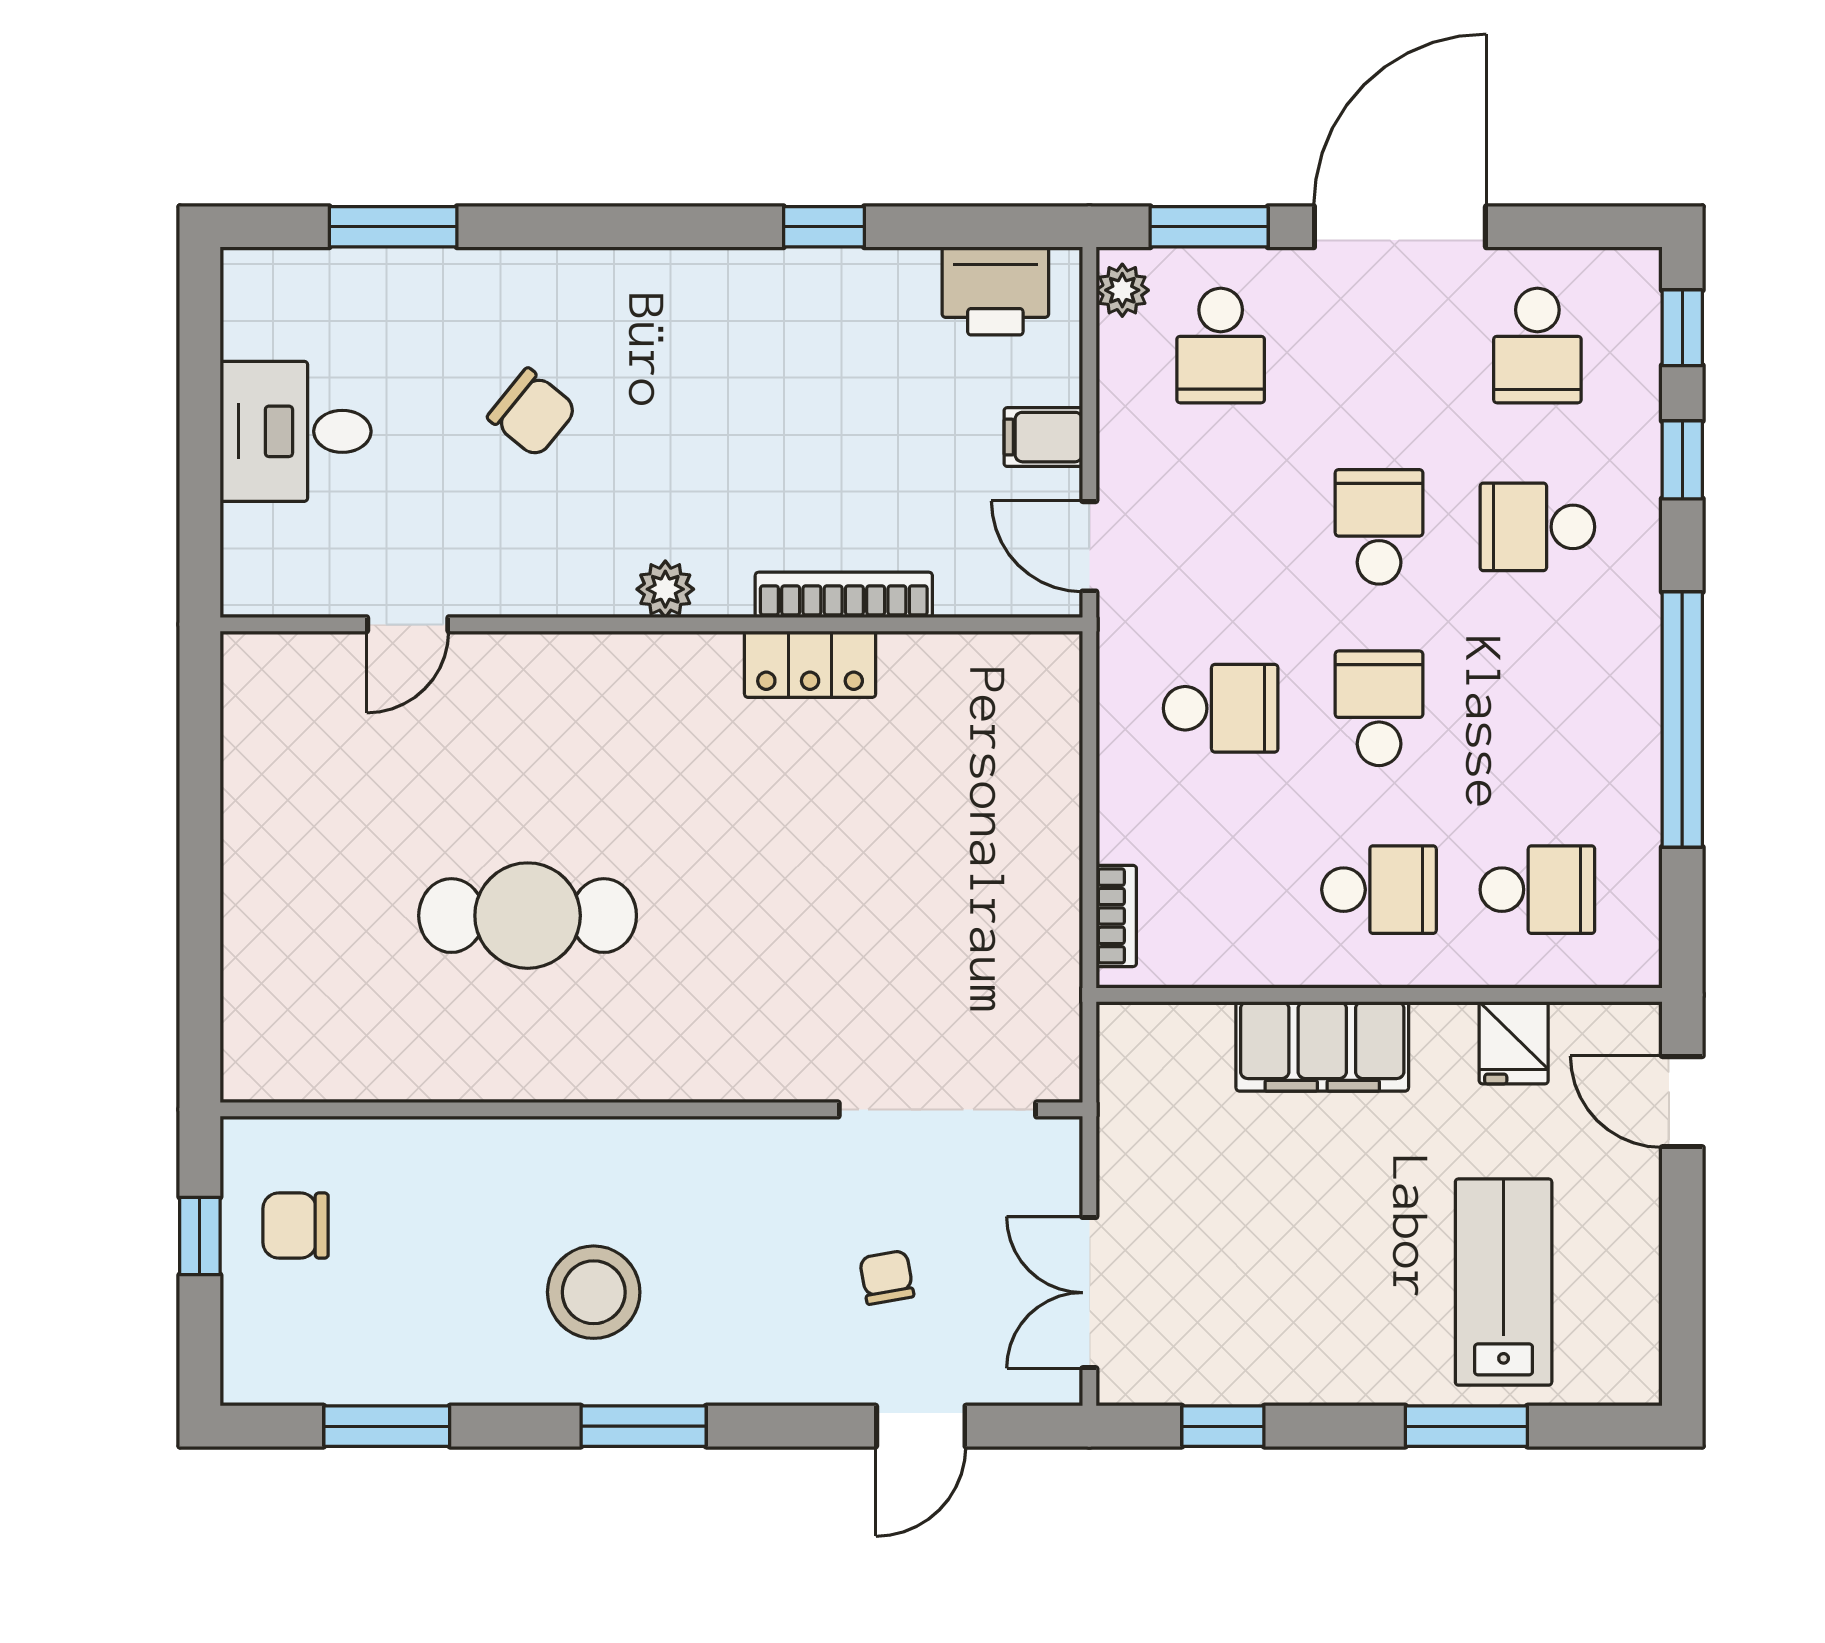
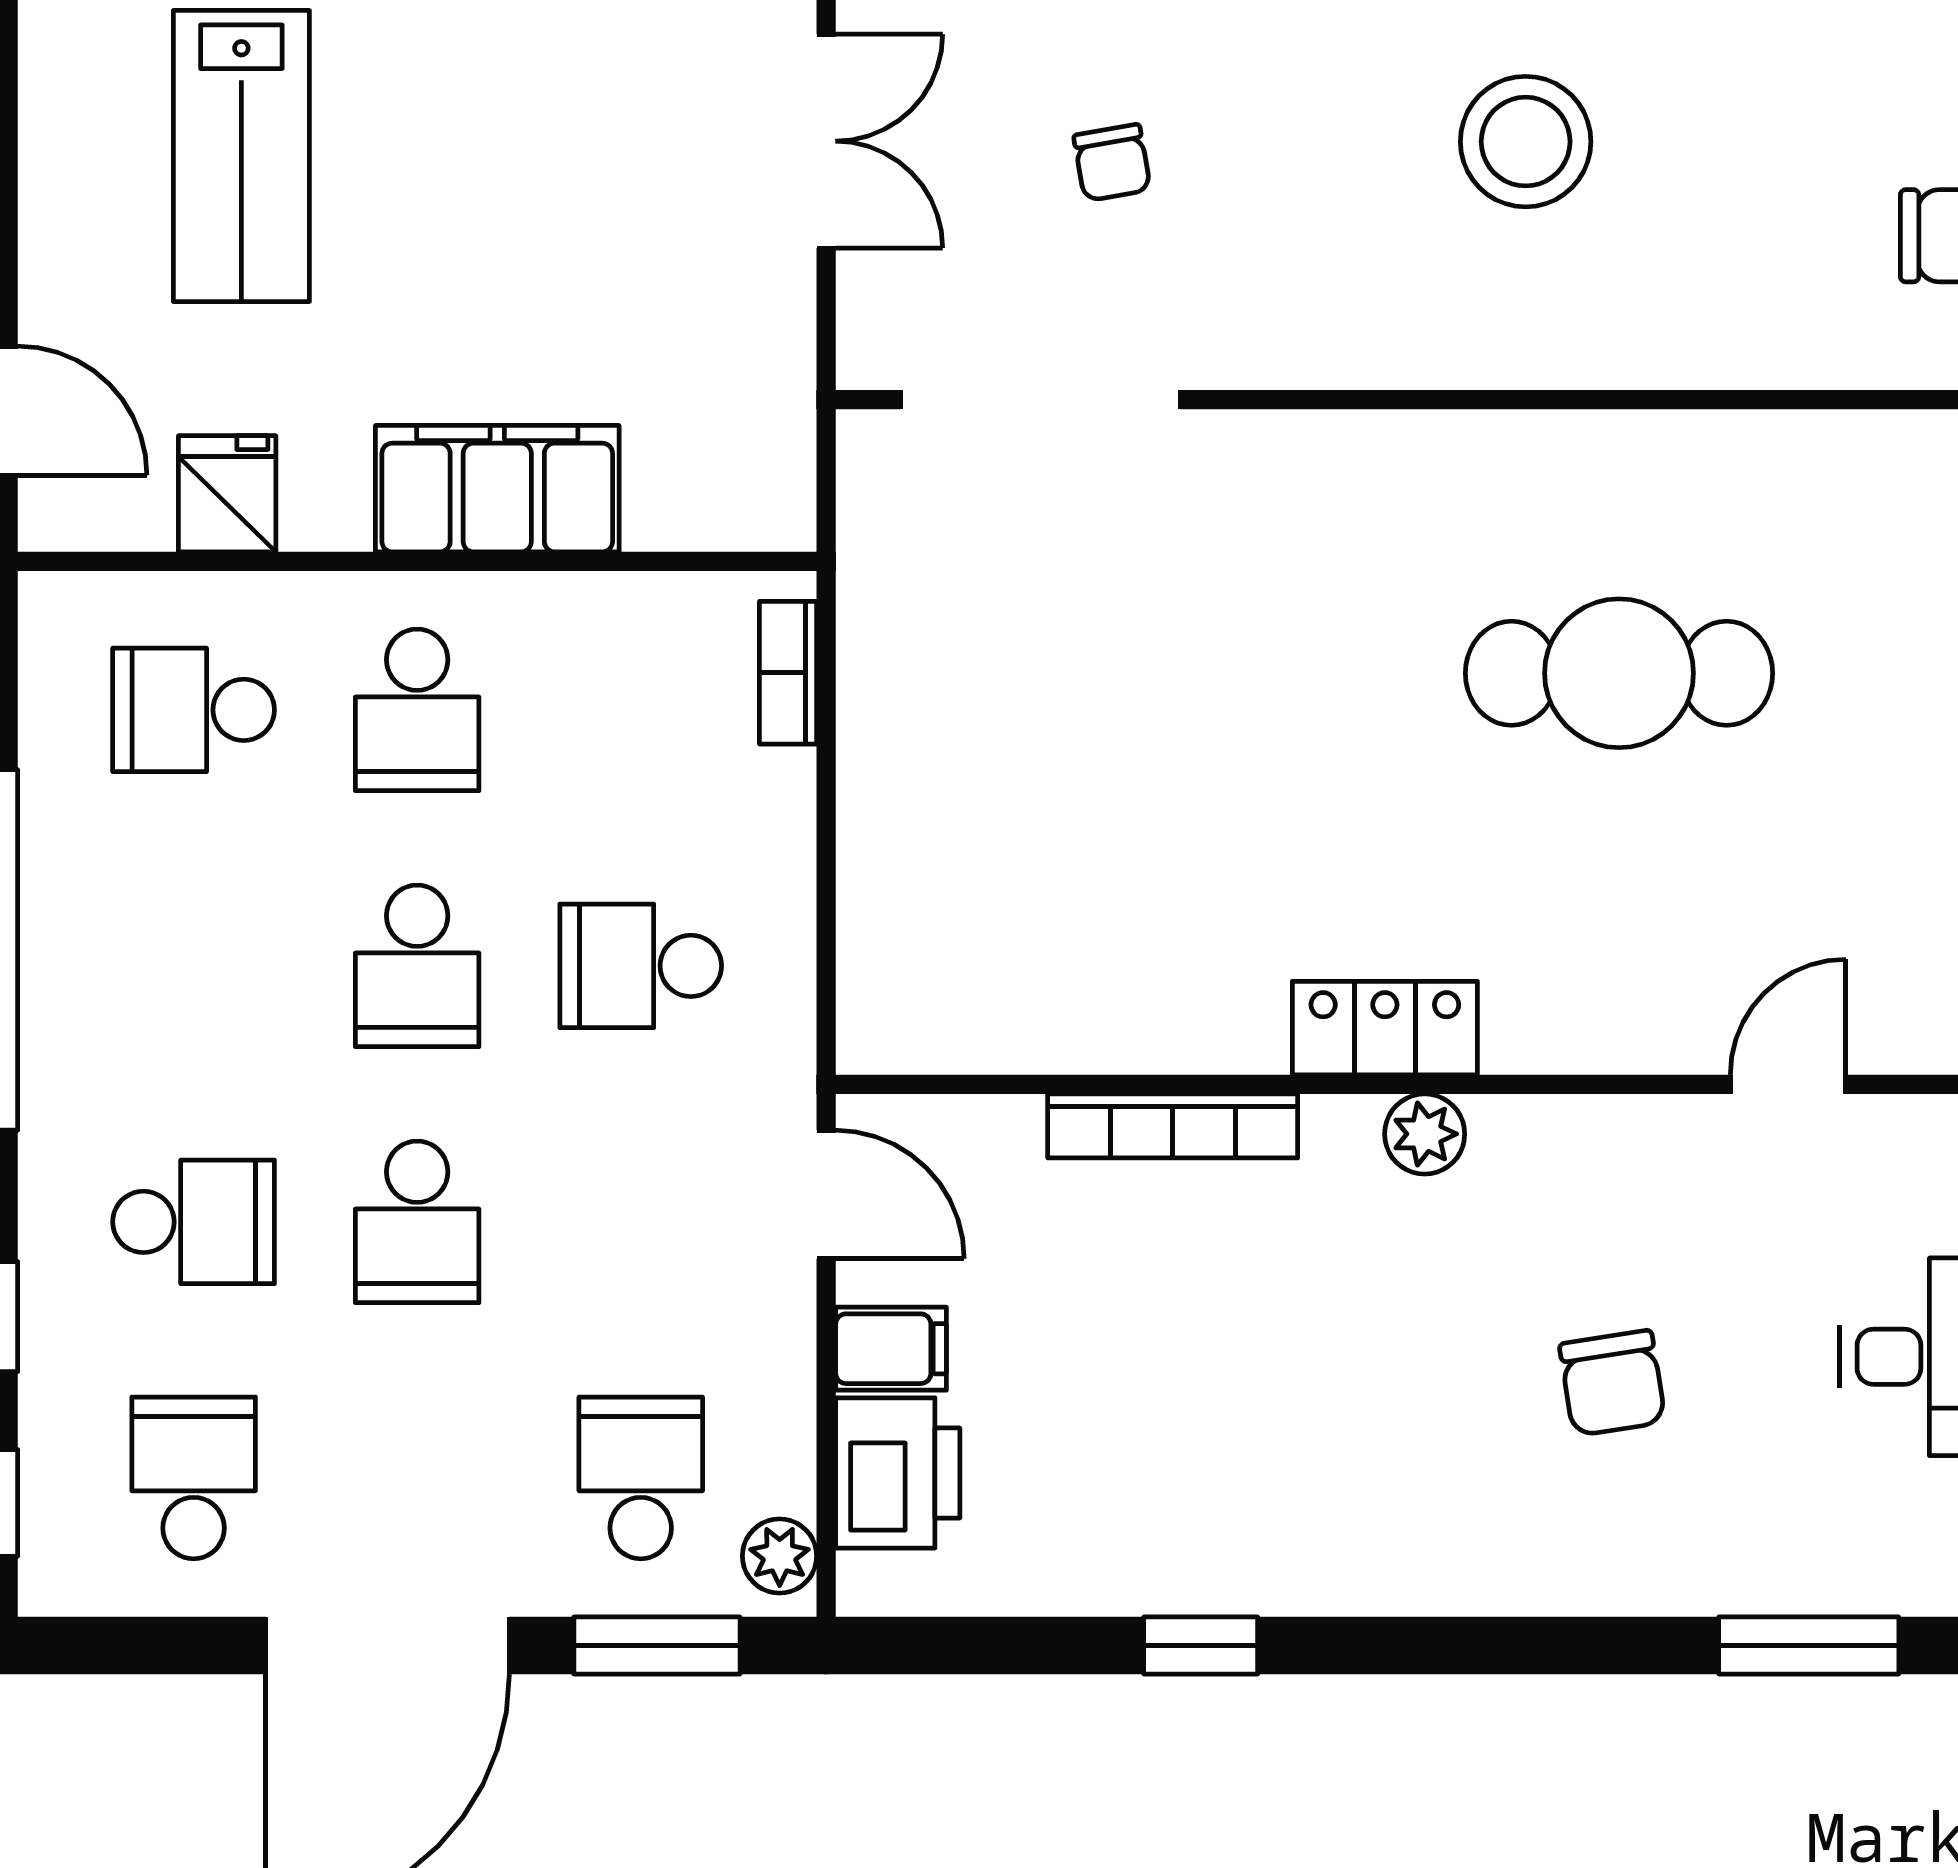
printer: (995, 291) -> (898, 1473), moved, turned 90
chair: (532, 413) -> (1612, 1383), turned -138
locker: (810, 664) -> (1385, 1028), moved
school desk: (1379, 890) -> (417, 710), turned -90

